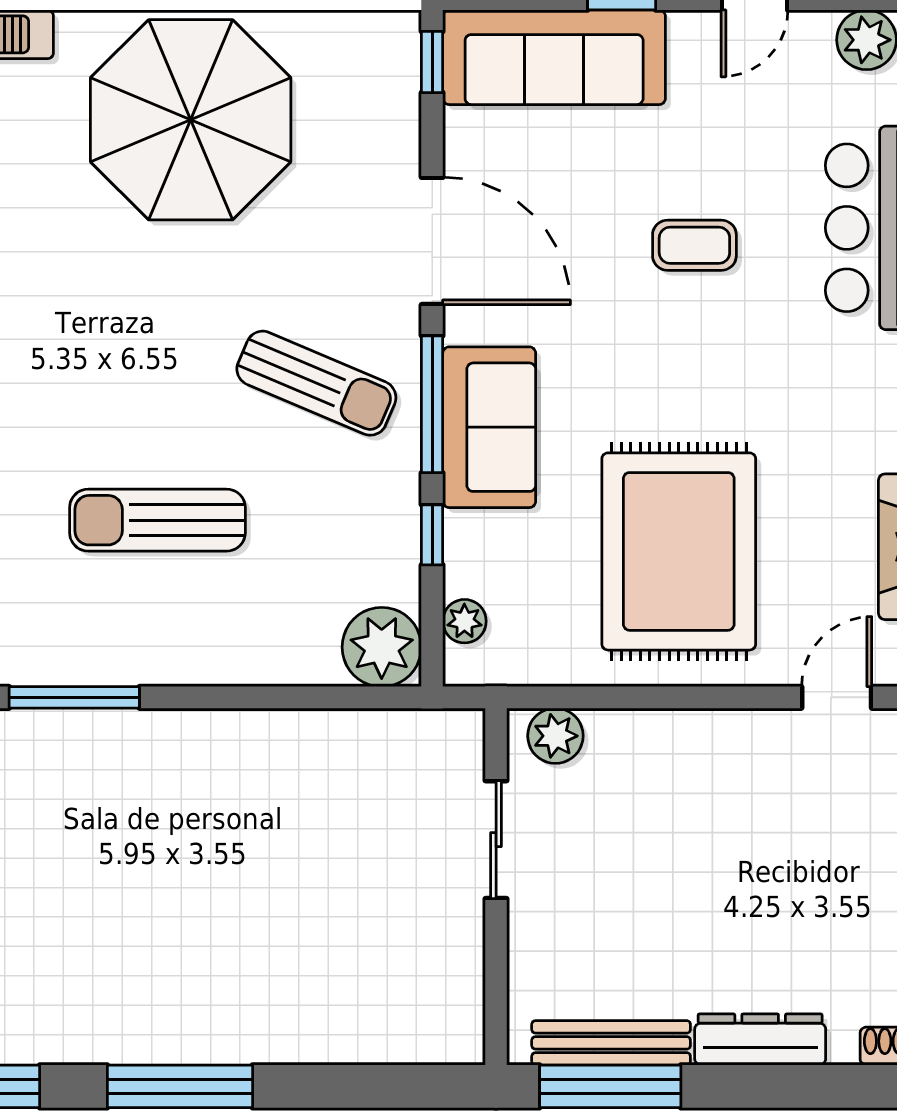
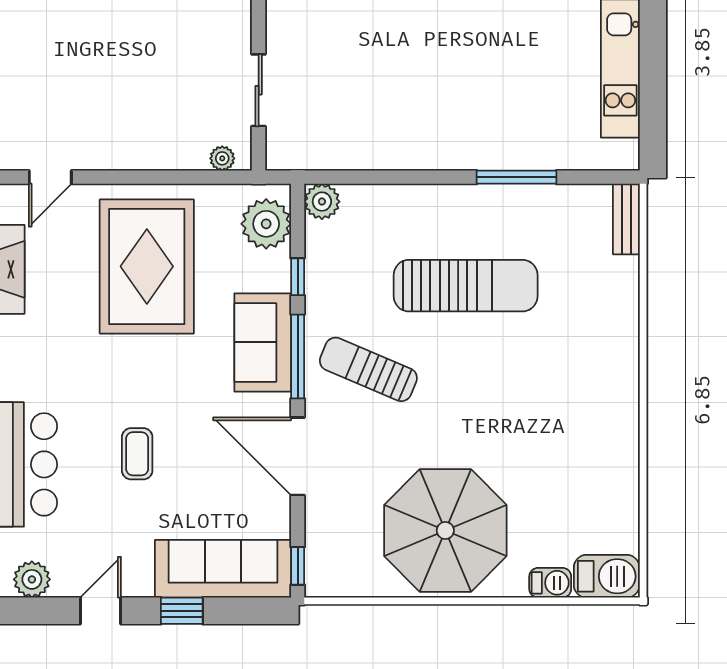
coffee table: (694, 245) -> (137, 454), turned 90
sun lounger: (157, 520) -> (466, 286), width x1.36, depth x1.34
plant: (464, 621) -> (266, 224), width x1.87, depth x1.87
plant: (382, 647) -> (322, 202), width x0.73, depth x0.73
plant: (555, 736) -> (222, 158), width x0.73, depth x0.73

